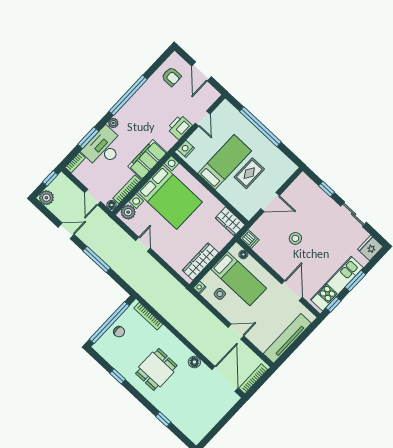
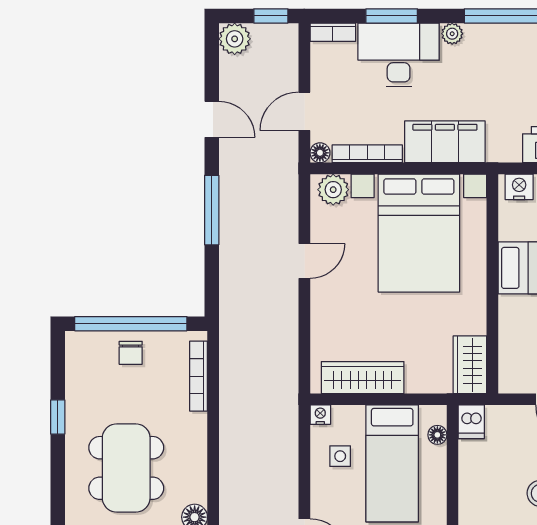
dining table: (156, 369) -> (126, 468), width x1.38

